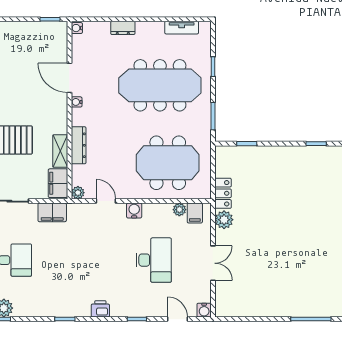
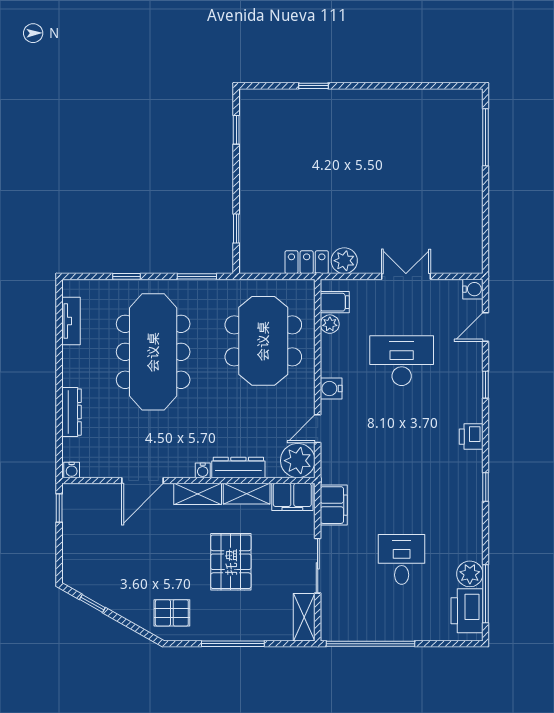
dresser: (123, 28) -> (72, 412), width x1.44
water cooler: (77, 102) -> (203, 470), moved
shelving: (60, 117) -> (198, 494), added
plant: (78, 193) -> (298, 461), width x1.87, depth x1.87

